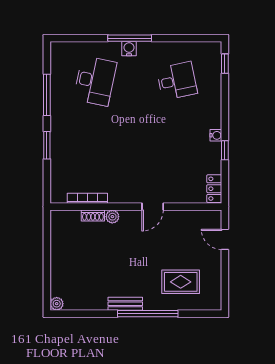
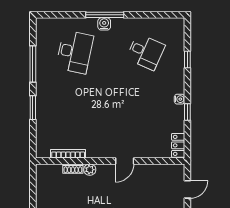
window: (225, 64) -> (187, 60), moved
desk: (177, 81) -> (146, 52), turned 36
door: (225, 239) -> (187, 189), swing flipped

